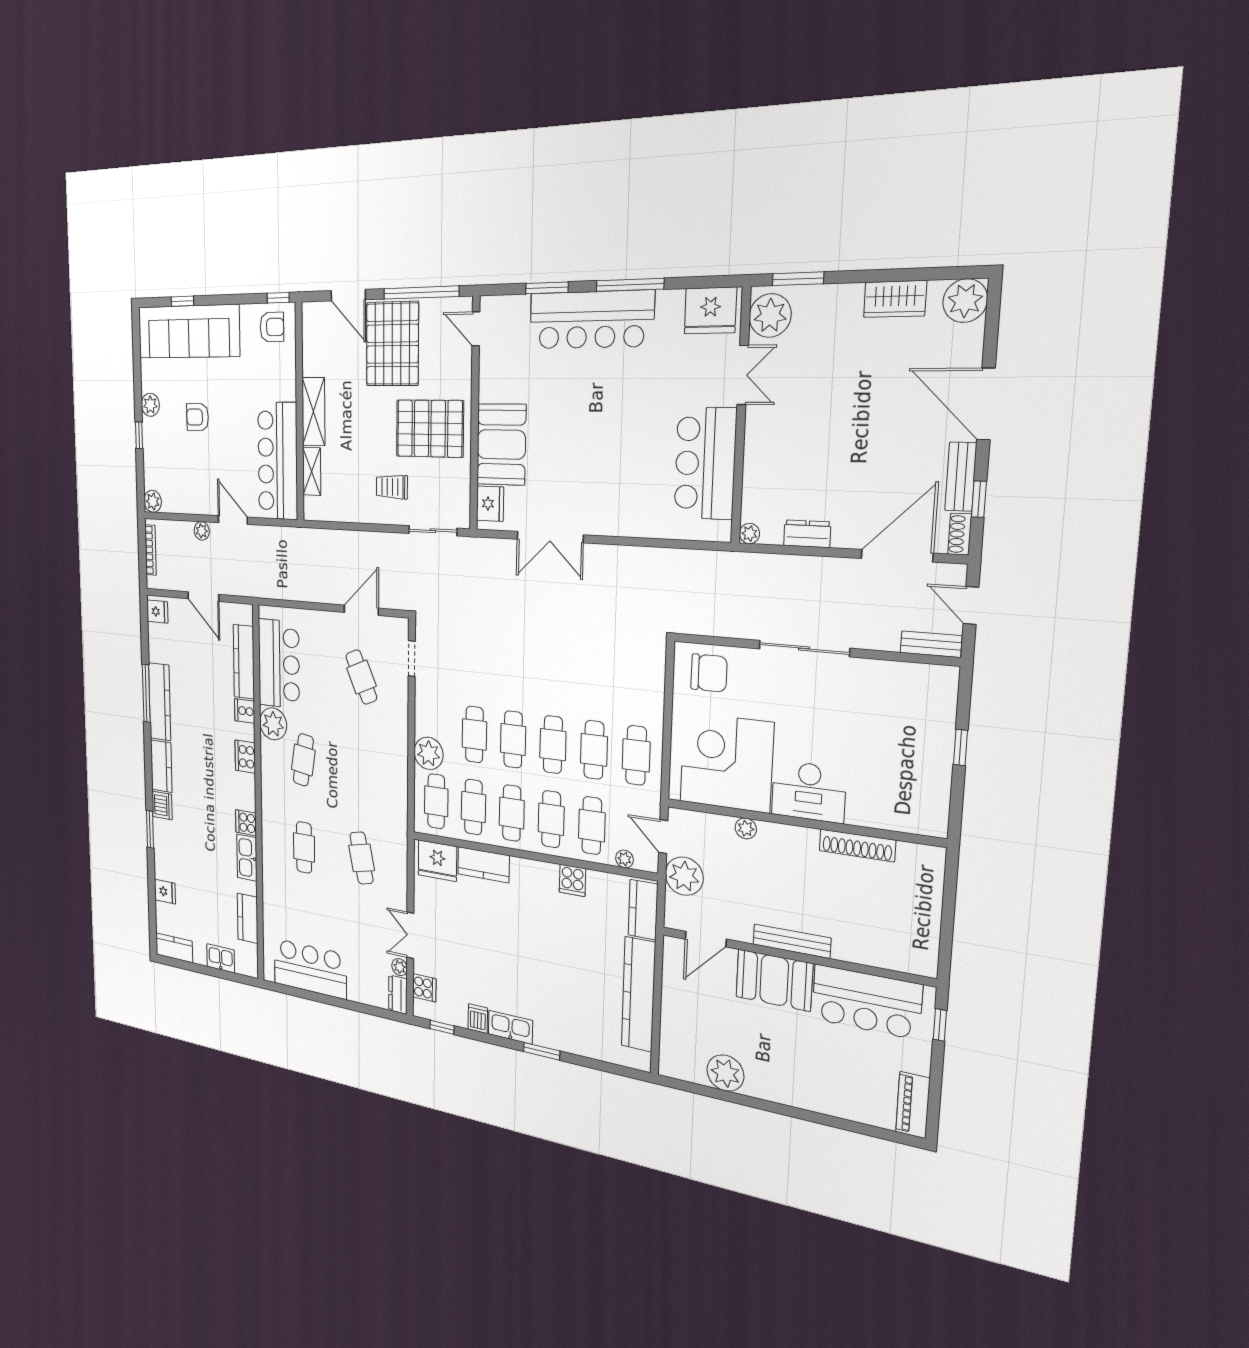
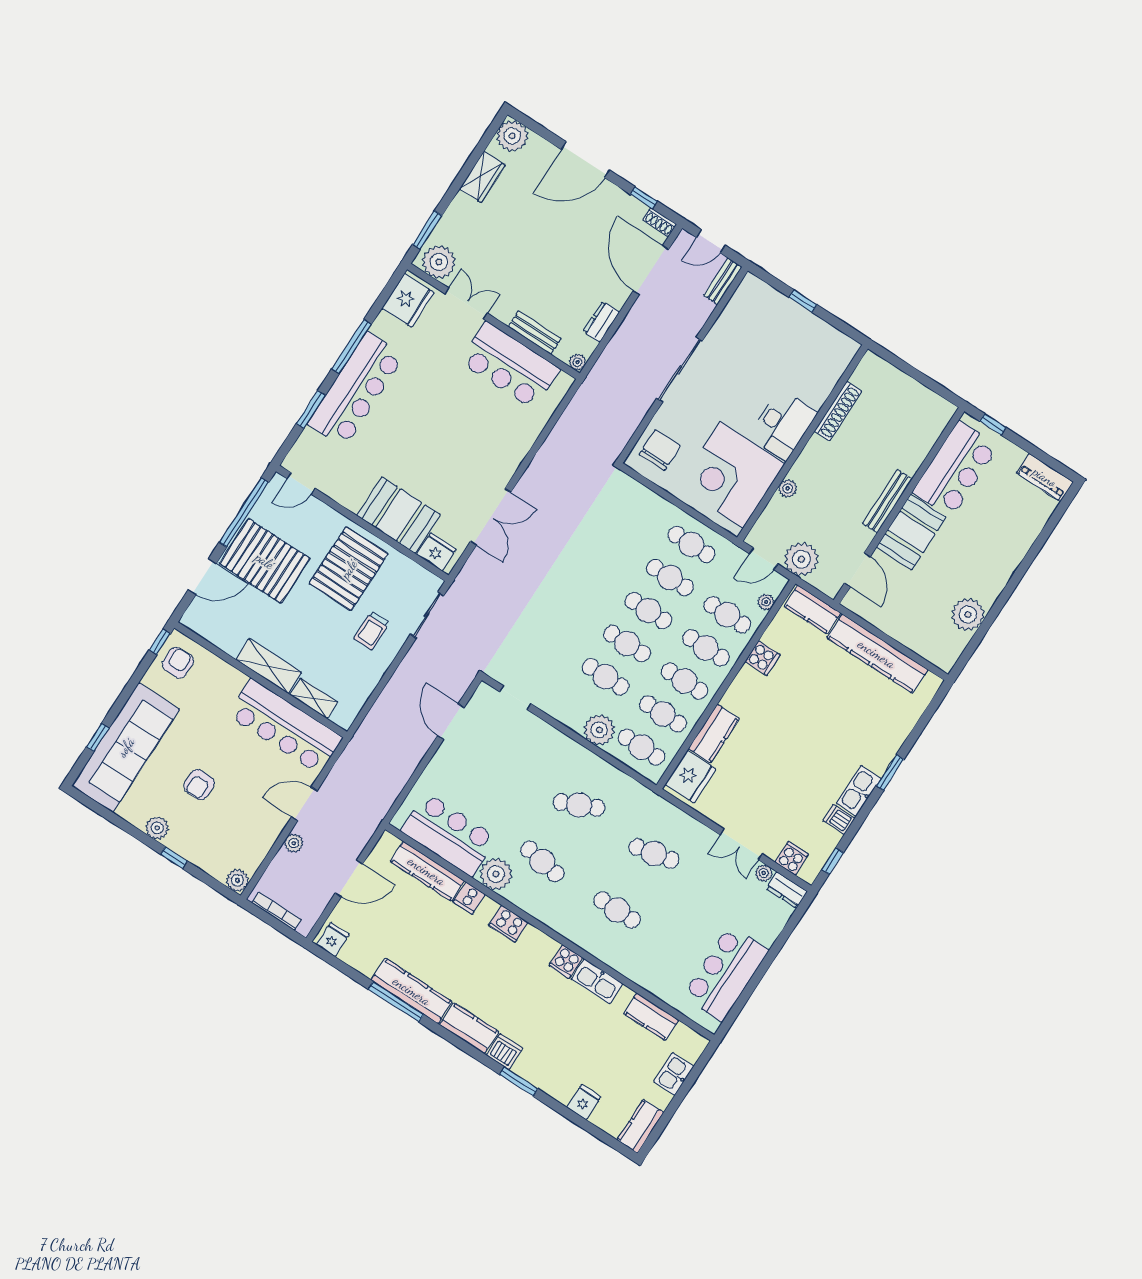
bench: (961, 477) -> (535, 333), moved
cafe table: (361, 677) -> (579, 805), moved

